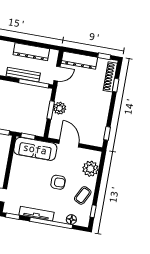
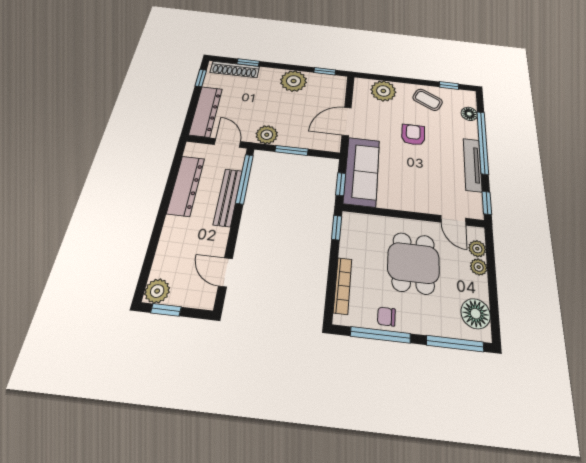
plant: (60, 108) -> (267, 135), moved
plant: (100, 113) -> (294, 81), added

